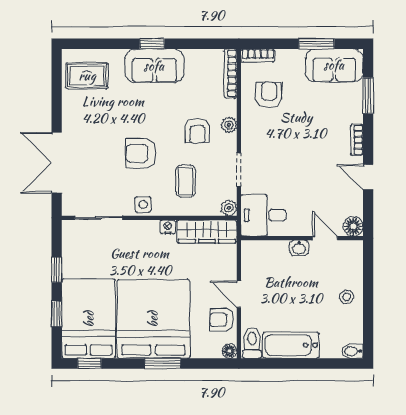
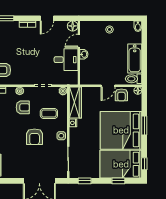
desk: (263, 215) -> (66, 60), moved, turned -90
window: (57, 270) -> (85, 181), moved

